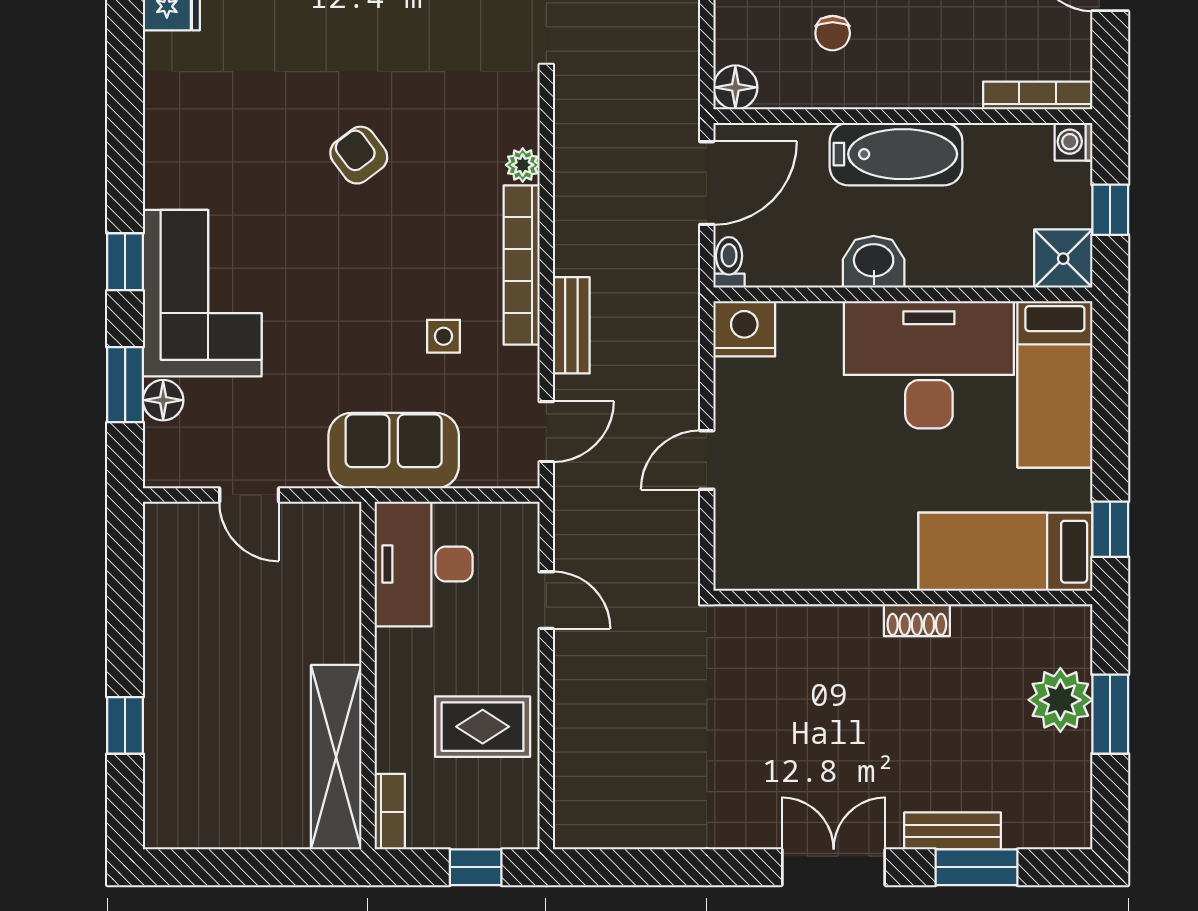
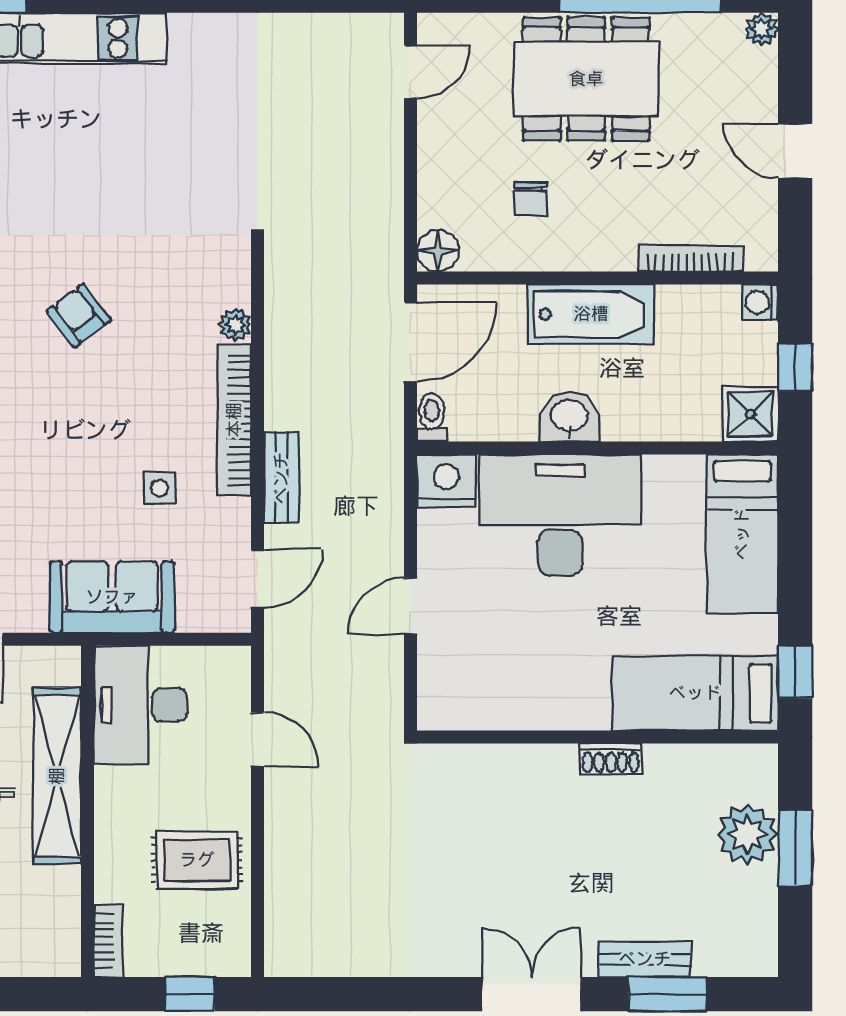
bookcase: (1037, 96) -> (690, 258), moved
desk: (929, 365) -> (560, 515), moved
shelving: (336, 757) -> (57, 776), moved

